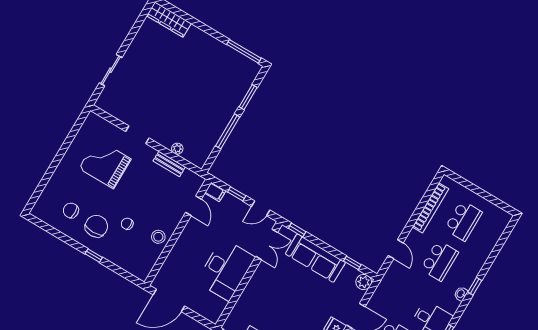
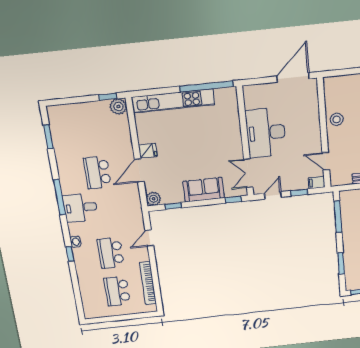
window: (228, 131) -> (338, 217), moved
door: (396, 249) -> (149, 238), hinge flipped
sofa: (315, 258) -> (204, 190), width x0.73

